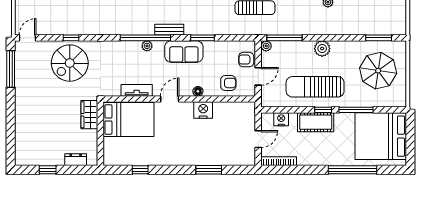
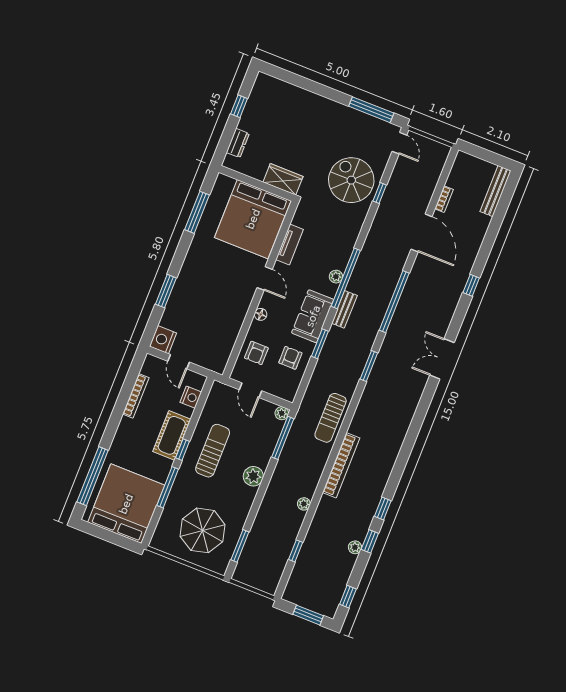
armchair: (246, 60) -> (290, 358), moved
sun lounger: (315, 87) -> (213, 451), width x0.73, depth x0.75
nightstand: (203, 110) -> (163, 340), moved, turned 180
bed: (129, 120) -> (253, 219), width x1.36
bookcase: (279, 161) -> (136, 396), moved
window: (140, 170) -> (197, 212), width x2.17
window: (352, 170) -> (93, 476), moved

